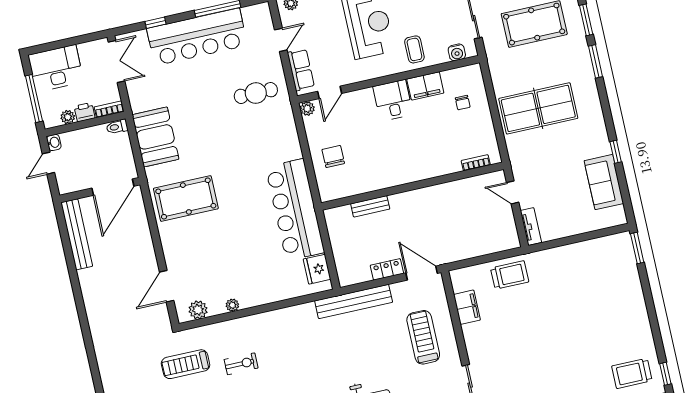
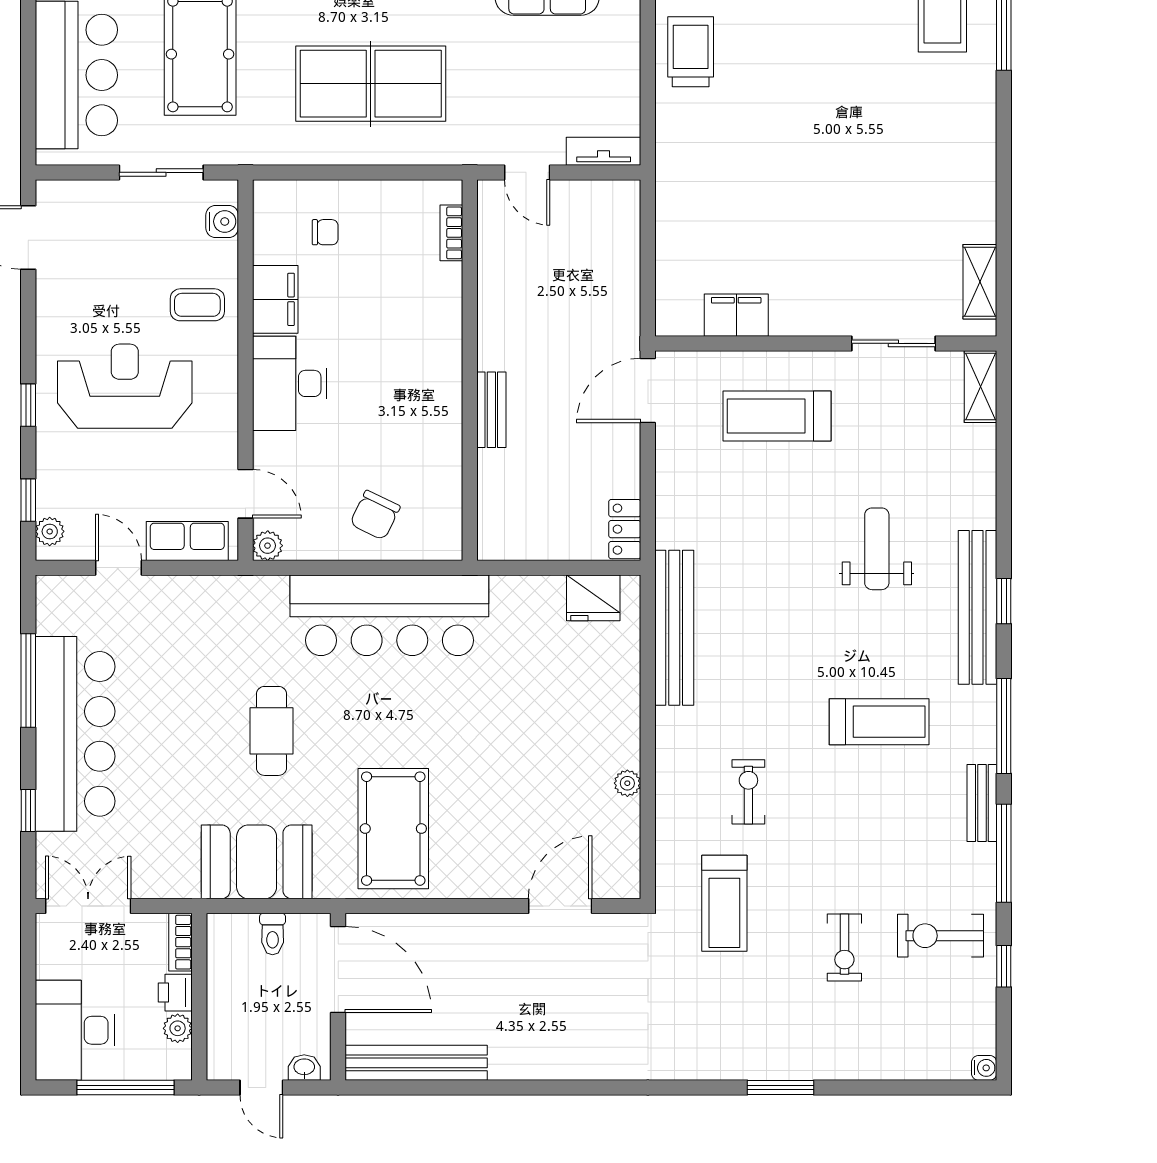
cafe table: (256, 93) -> (271, 731), moved
desk: (393, 100) -> (290, 383), width x1.37
table tennis table: (538, 108) -> (371, 84), turned 90
toilet: (117, 127) -> (273, 934), moved
washbasin: (54, 142) -> (304, 1068), moved
chair: (333, 156) -> (375, 515), turned -64
door: (513, 192) -> (527, 172), hinge flipped
bench: (370, 206) -> (491, 410), moved
bar counter: (295, 210) -> (389, 615), moved
locker: (387, 269) -> (625, 529), moved
trolley: (510, 275) -> (691, 52), moved
door: (167, 286) -> (560, 906), swing flipped
bench: (354, 302) -> (674, 628), moved
plant: (198, 310) -> (621, 854), removed

